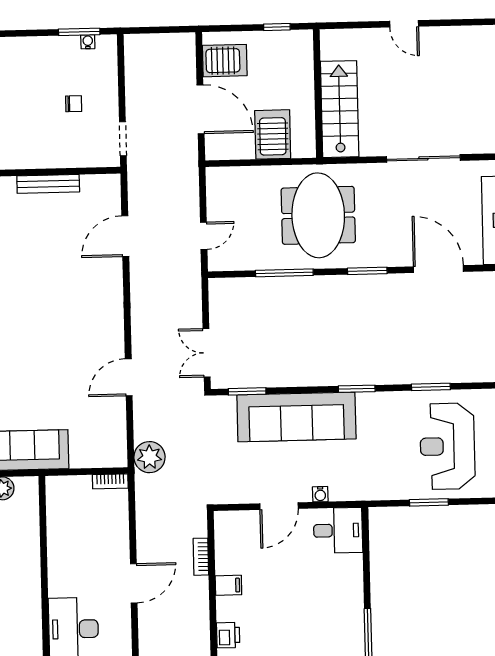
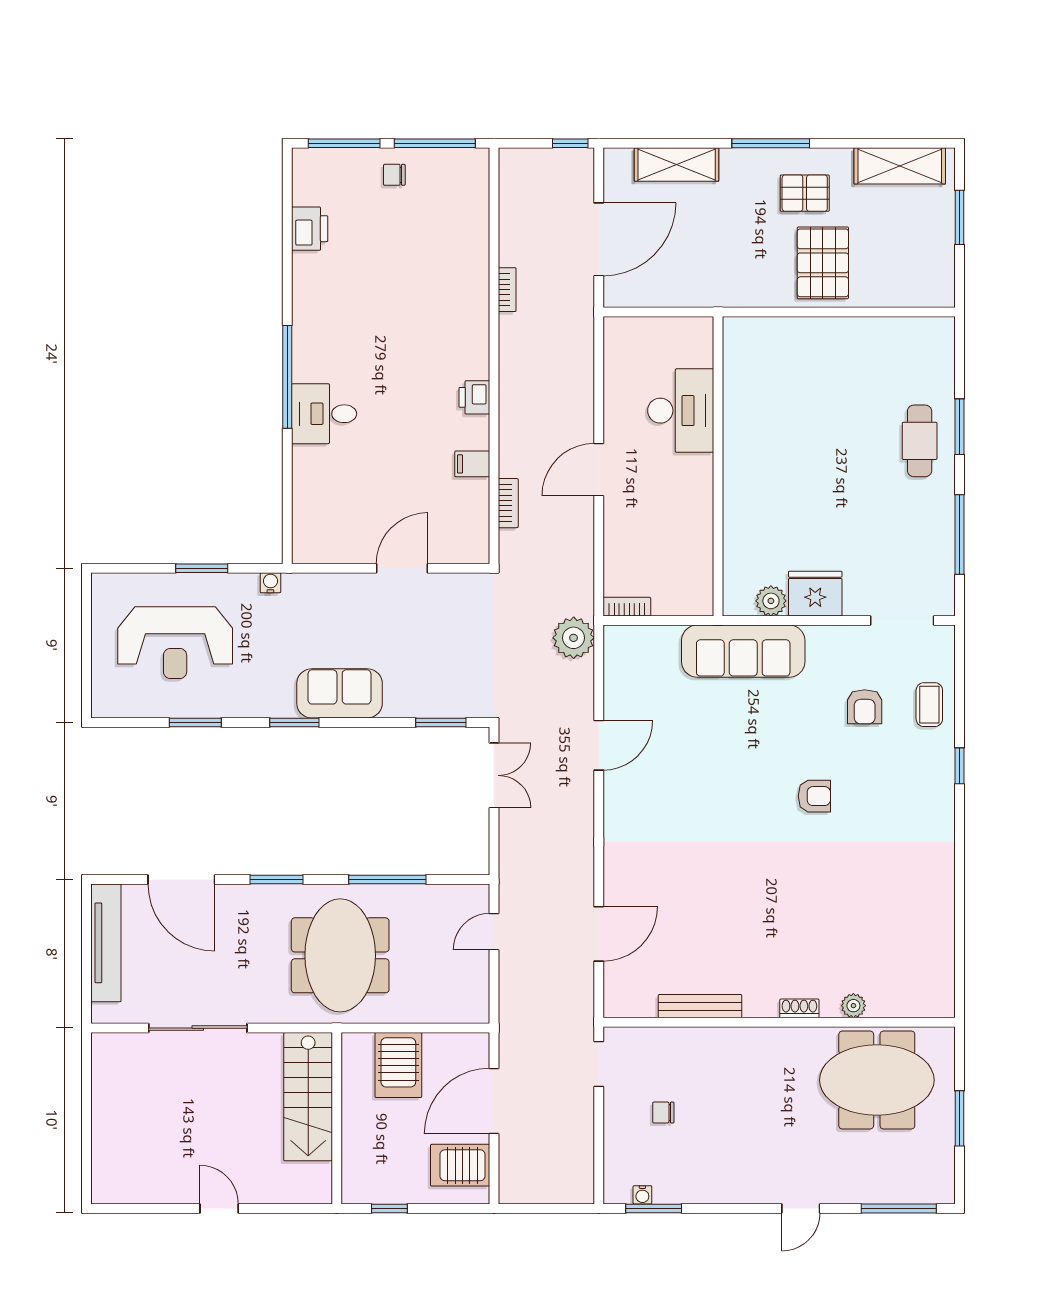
door: (201, 109) -> (494, 1101), hinge flipped
sofa: (296, 417) -> (340, 693), width x0.54, depth x0.79
reception desk: (447, 446) -> (175, 643), turned 90
water cooler: (320, 494) -> (270, 583), moved
desk: (338, 530) -> (324, 414), moved

